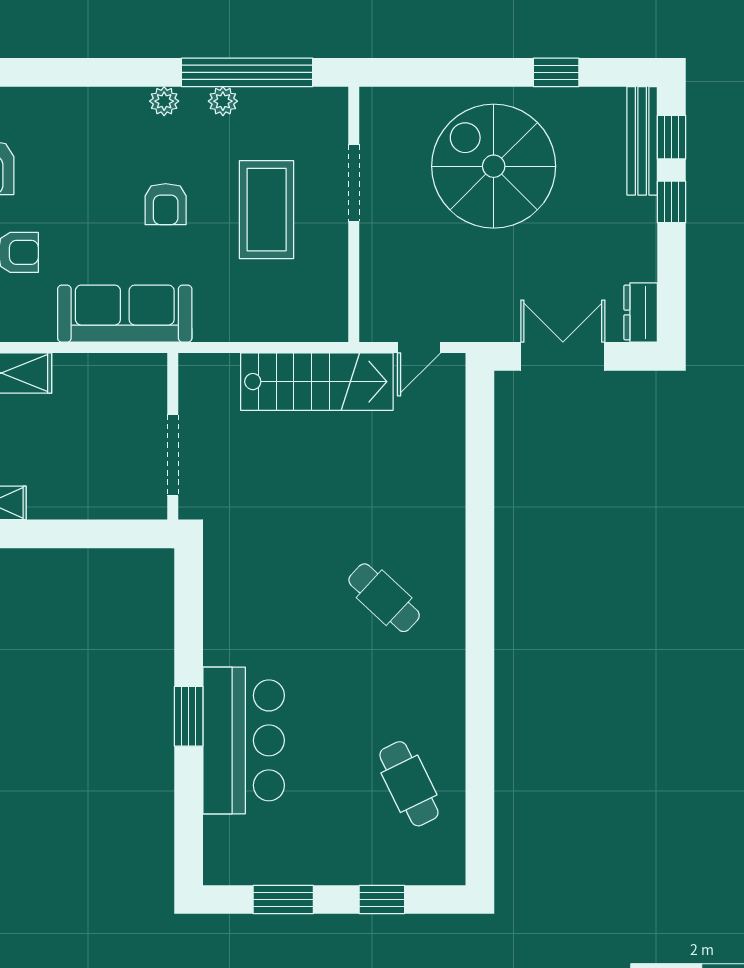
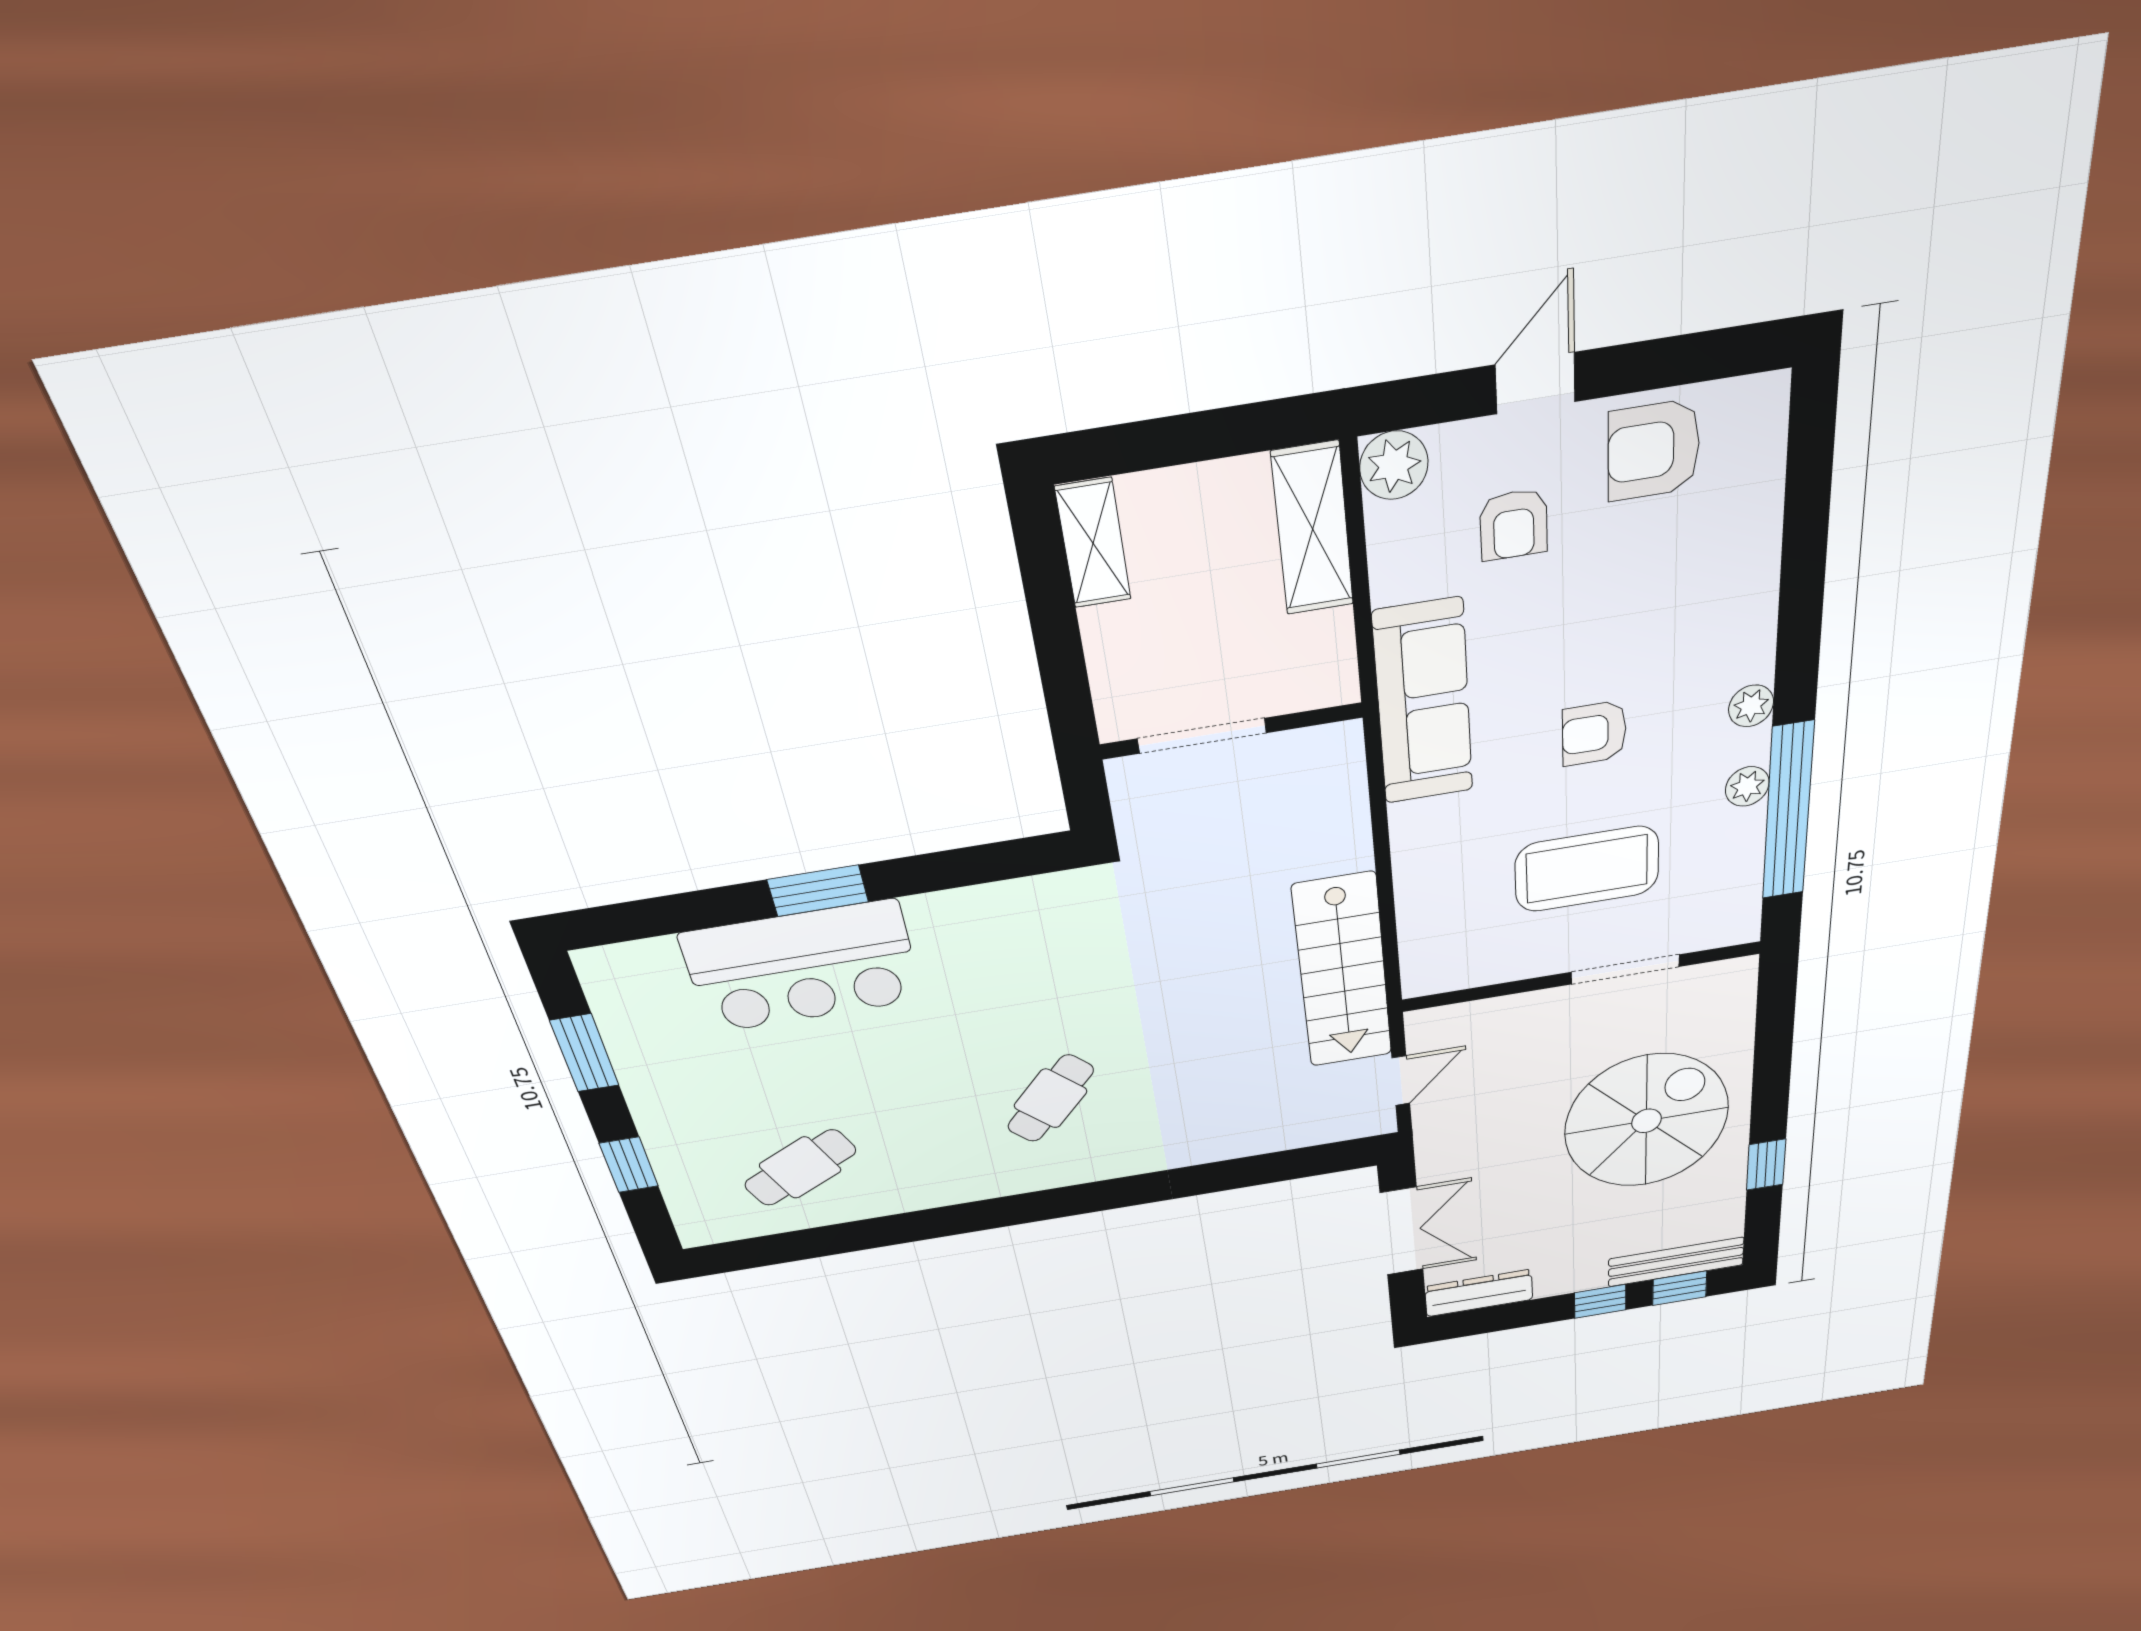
dresser: (641, 312) -> (1479, 1293), width x1.44
door: (419, 347) -> (1401, 1081), swing flipped
wall: (173, 436) -> (1232, 731), moved
doorway: (173, 455) -> (1202, 736), moved

